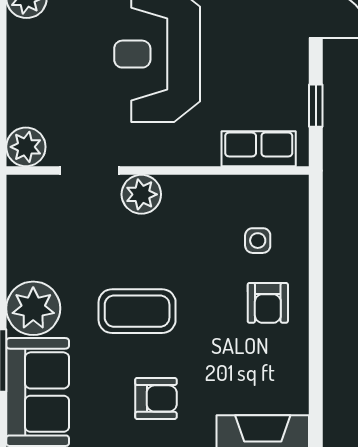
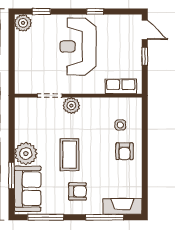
window: (316, 106) -> (145, 56), moved
plant: (26, 147) -> (23, 86), removed
coffee table: (137, 311) -> (70, 155), turned 90

